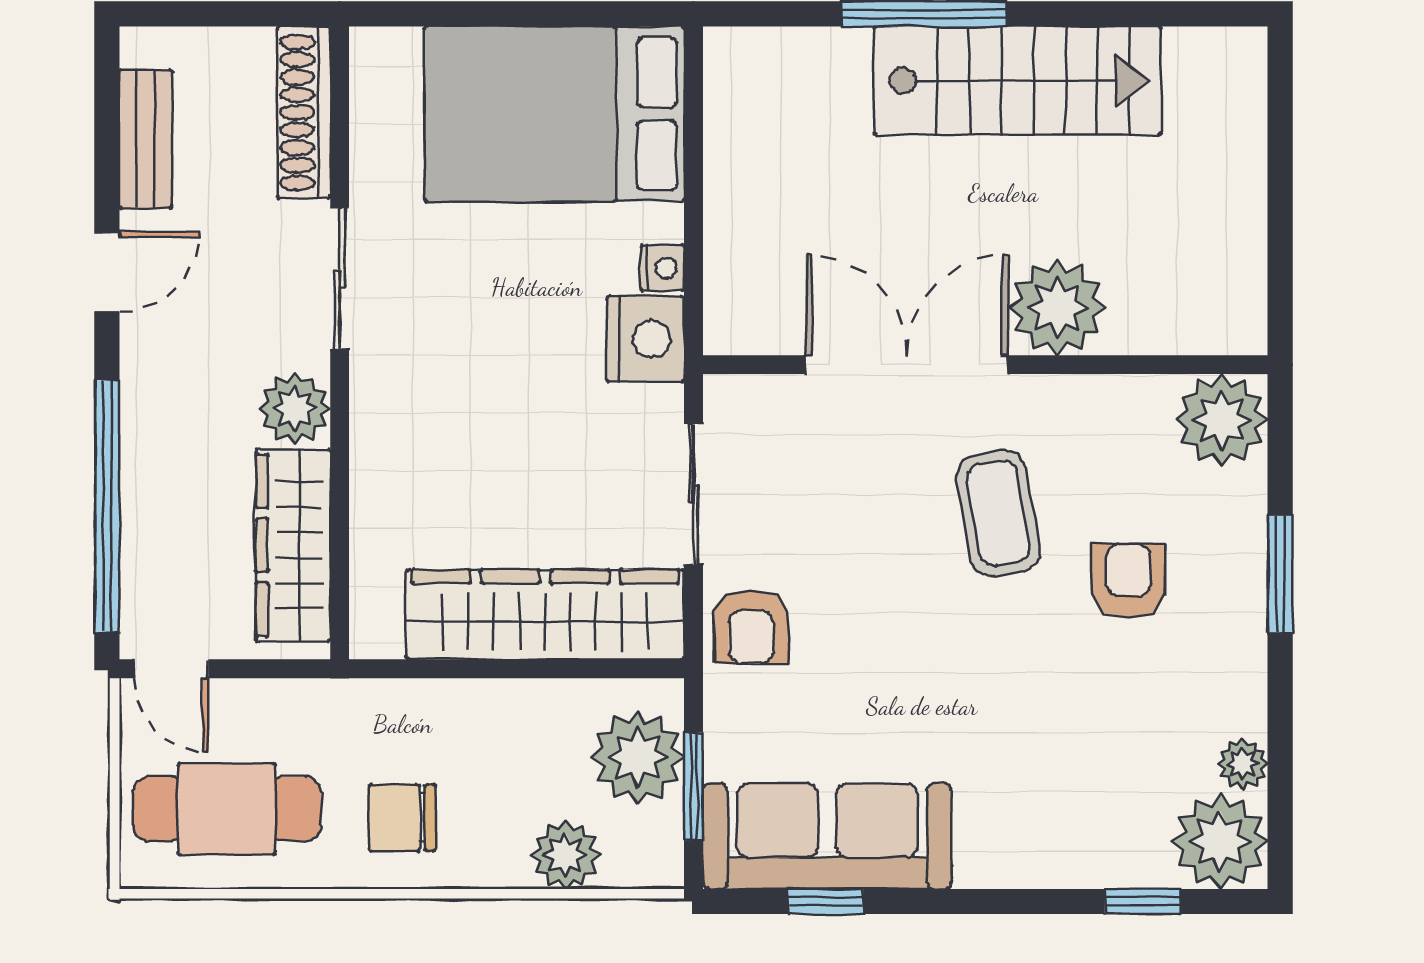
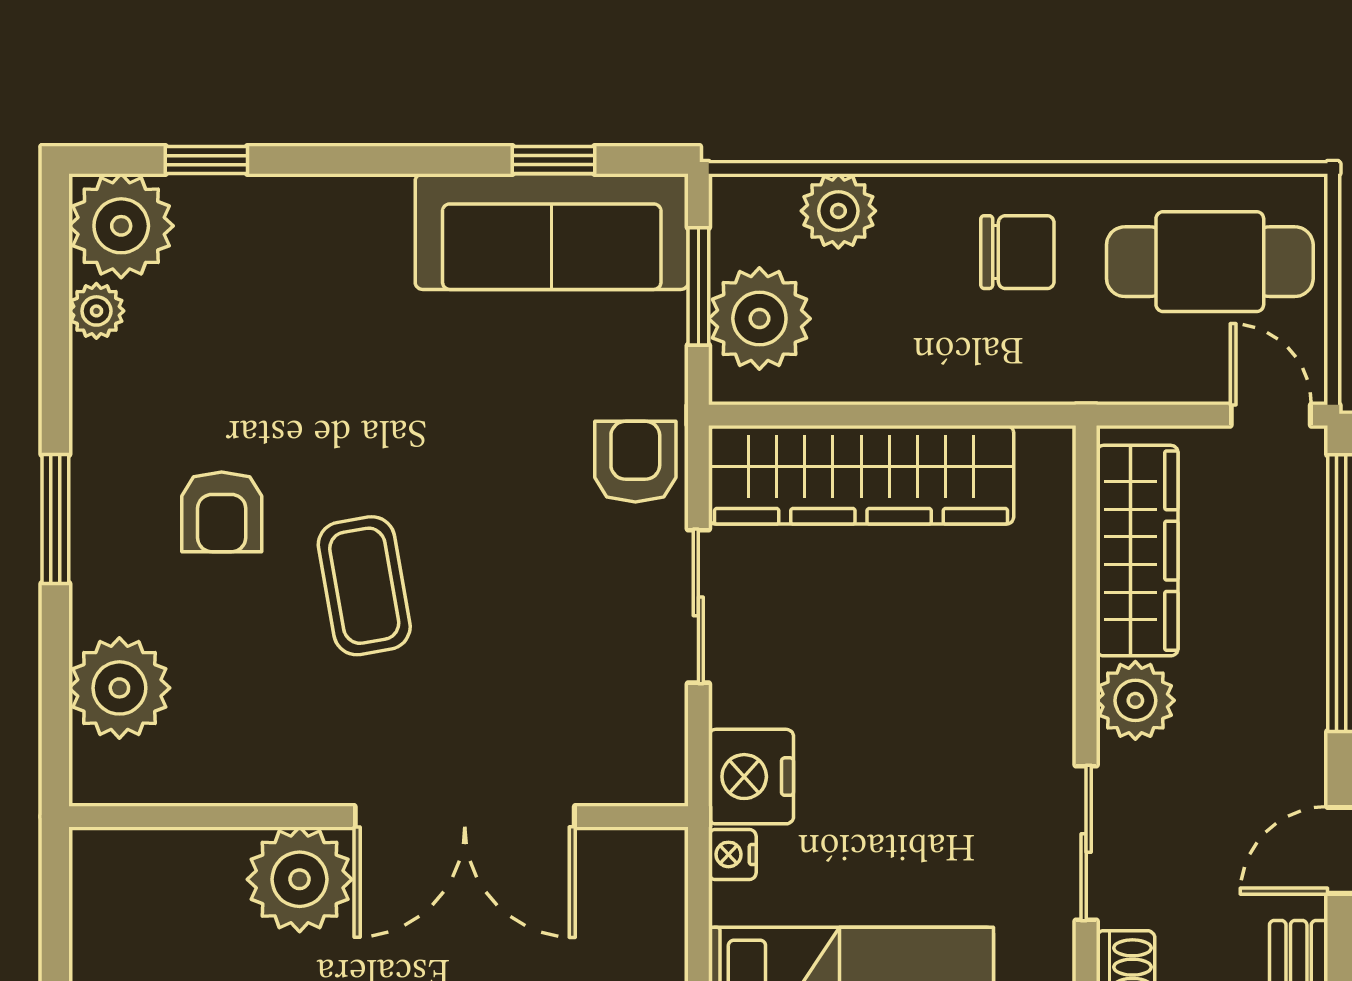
plant: (1057, 307) -> (300, 879), moved
double door: (907, 365) -> (465, 817), moved
wall: (985, 365) -> (379, 817), moved

